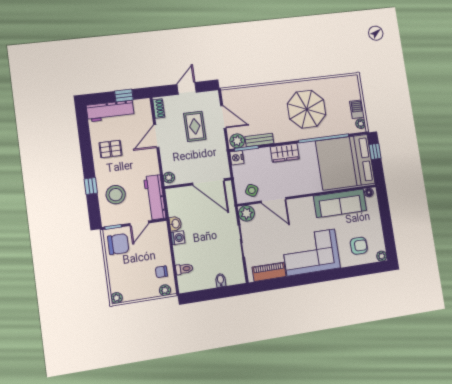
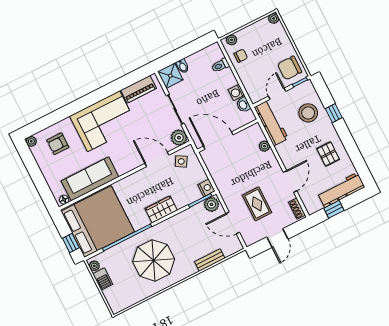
bench: (259, 140) -> (210, 260), moved
pallet: (110, 149) -> (328, 154), turned 90
door: (208, 182) -> (218, 140), moved
wall: (198, 183) -> (228, 136), moved
shower: (235, 275) -> (170, 76), added

